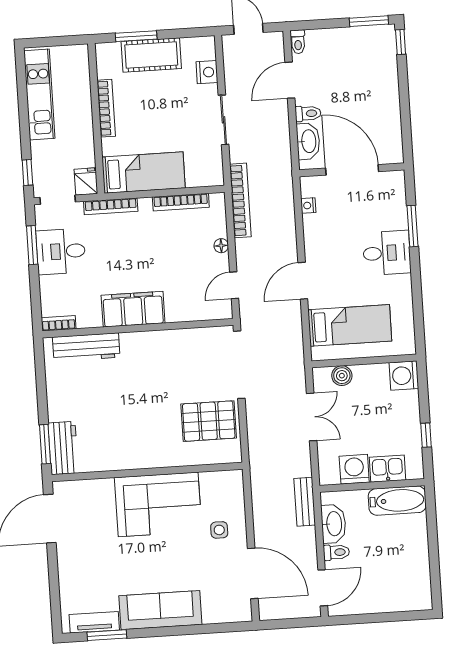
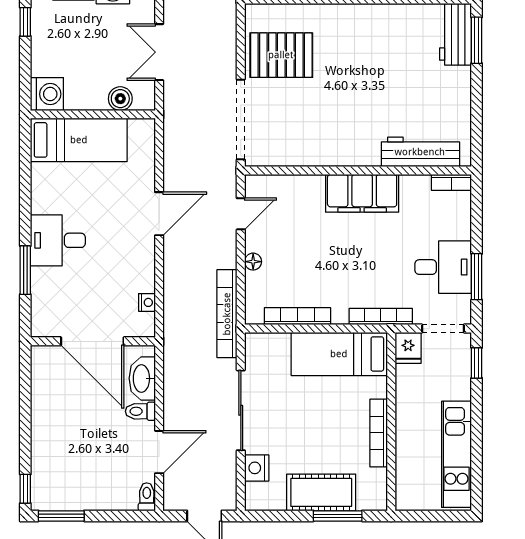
sliding door: (223, 120) -> (241, 410), width x1.37
bed: (350, 325) -> (79, 140), moved, turned 180

